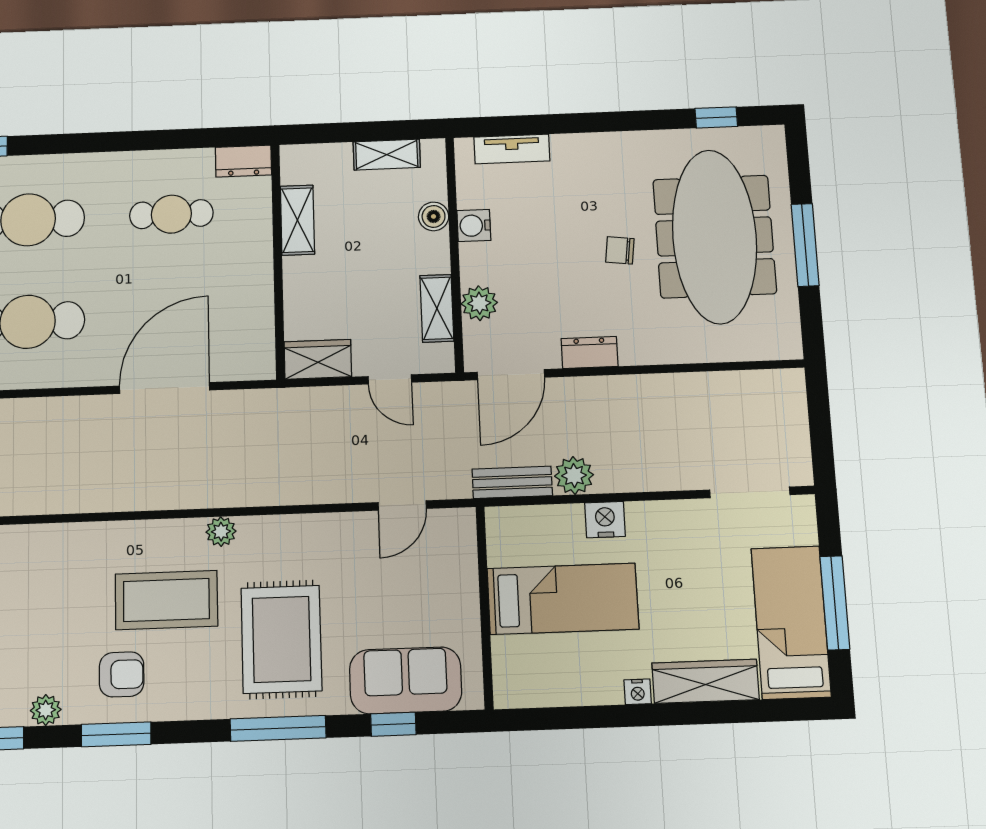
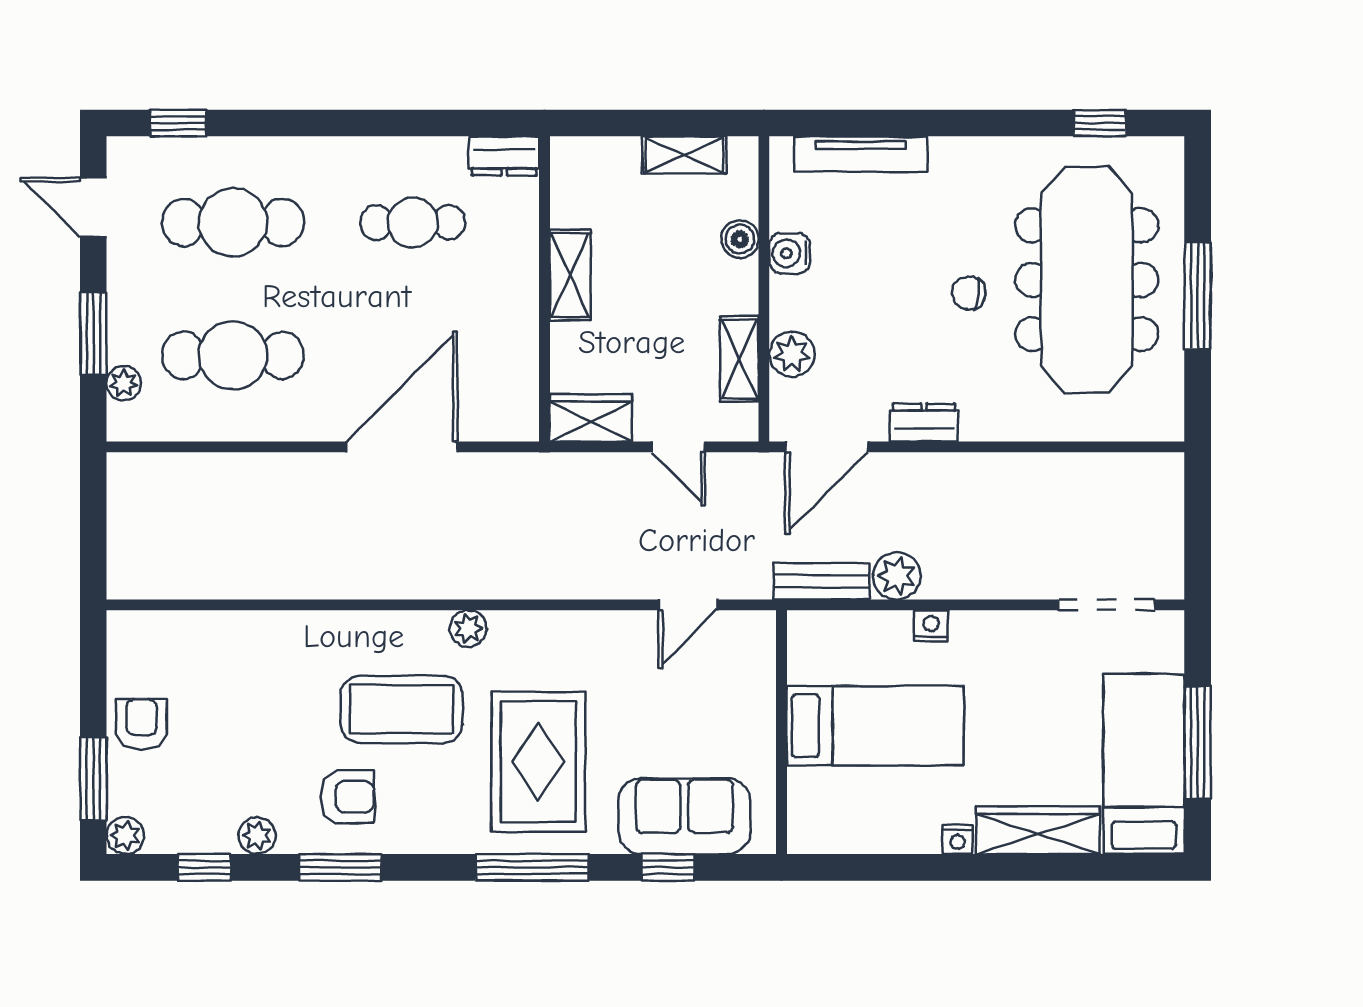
tv unit: (512, 149) -> (861, 154), width x1.41
shelving: (297, 220) -> (570, 275), moved
nightstand: (605, 520) -> (931, 626), width x0.72, depth x0.74

